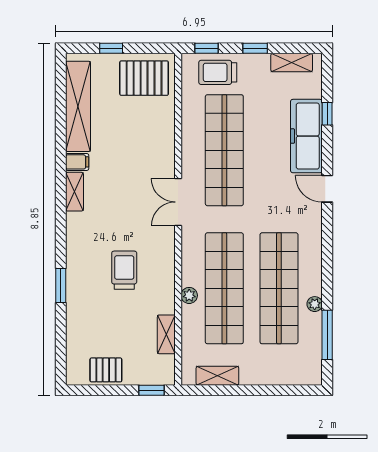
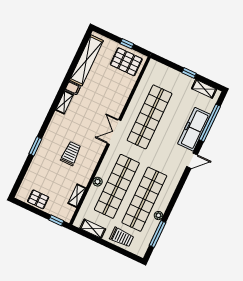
window: (111, 48) -> (127, 44), moved
window: (206, 48) -> (165, 61), removed
trolley: (218, 72) -> (122, 237), moved, turned 180
window: (327, 114) -> (210, 123), width x3.17
door: (327, 189) -> (192, 161), swing flipped

